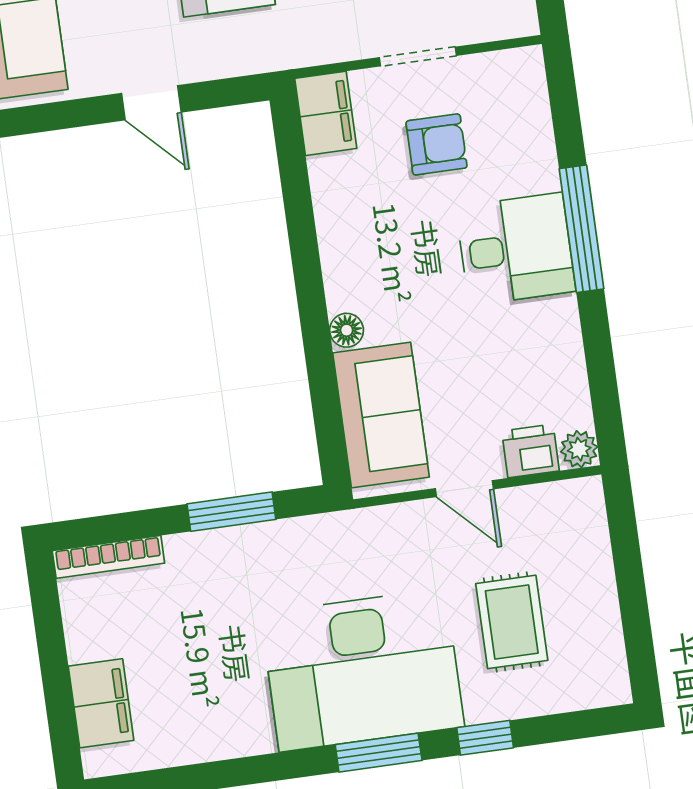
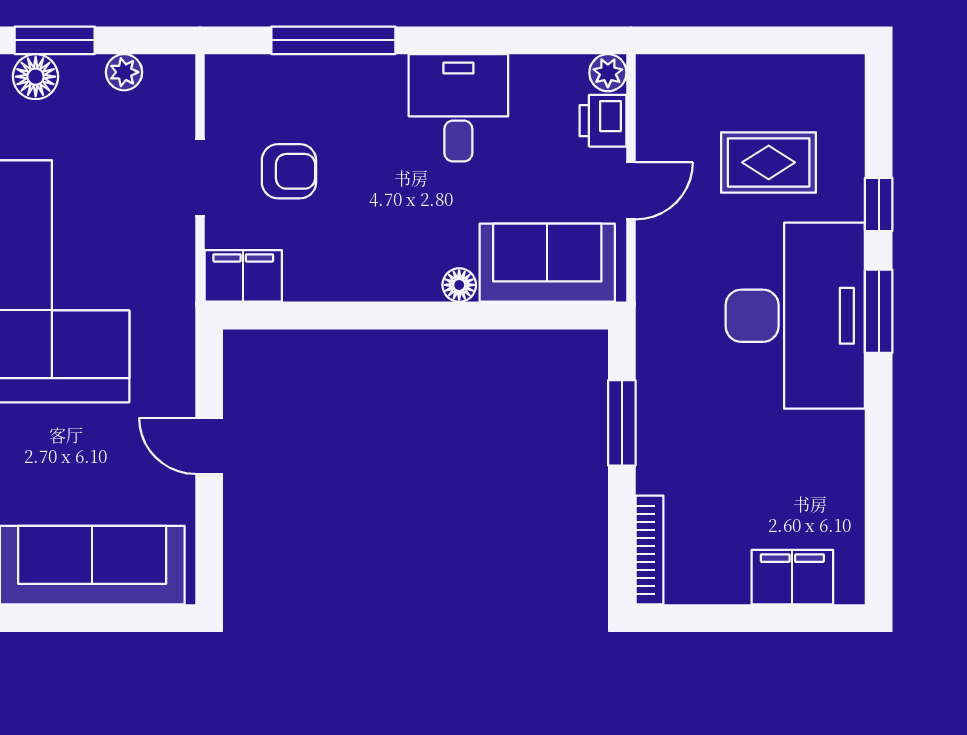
door: (151, 103) -> (209, 446), swing flipped
armchair: (437, 144) -> (289, 171), turned 90
window: (581, 229) -> (333, 40), moved
desk: (516, 249) -> (458, 108), moved

